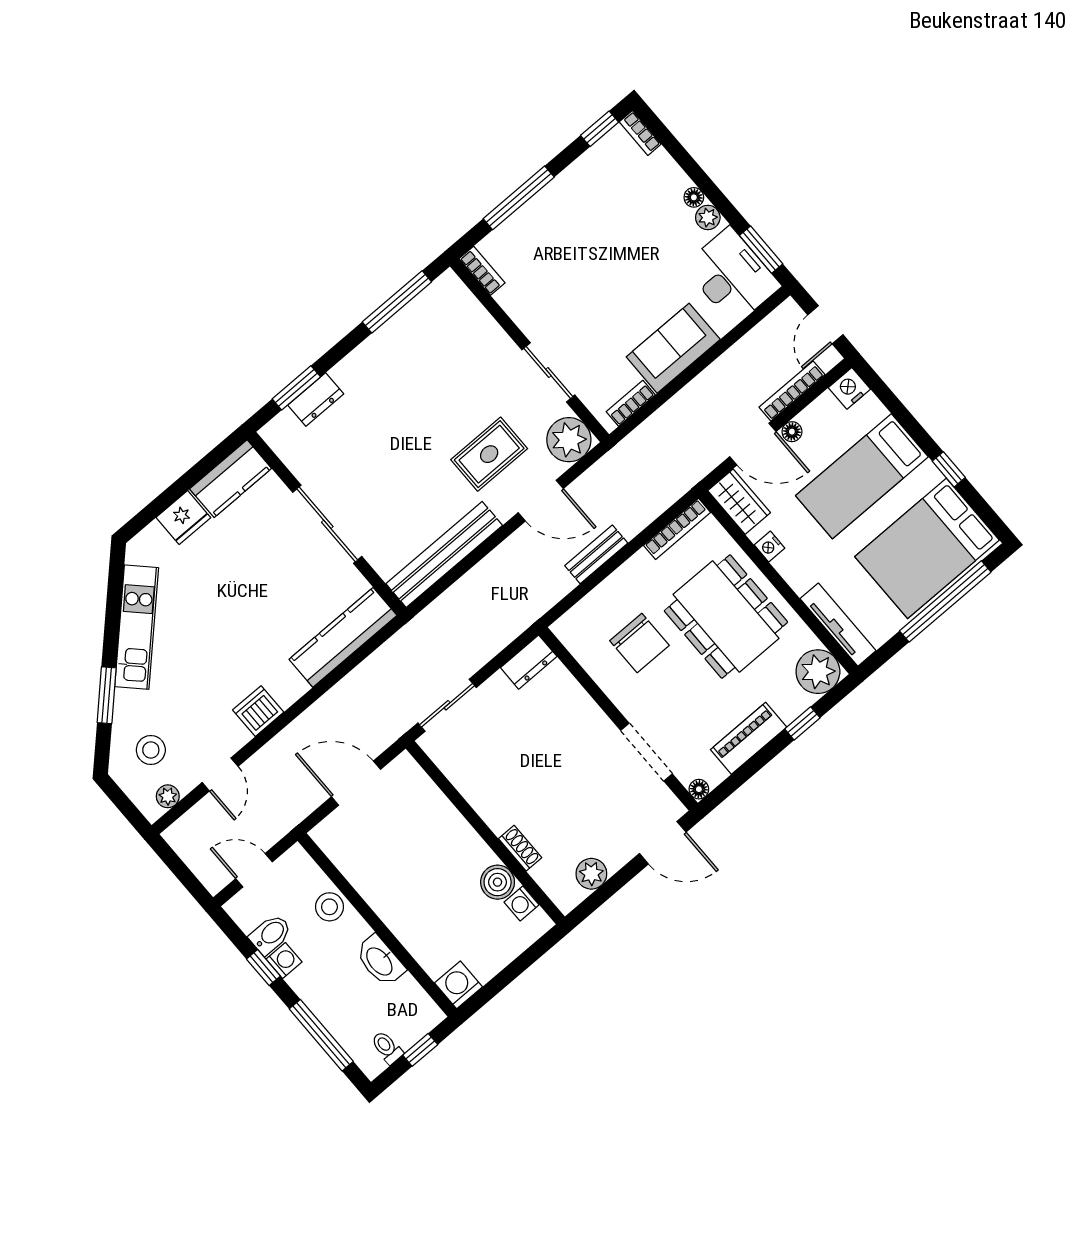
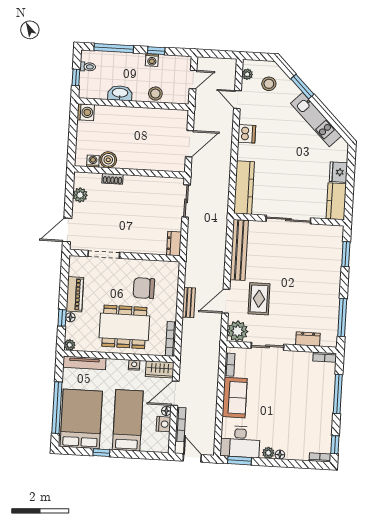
nightstand: (849, 388) -> (164, 424), moved
dresser: (316, 400) -> (308, 339), moved, turned 90
plant: (818, 672) -> (70, 345), width x0.53, depth x0.53
floor lamp: (699, 789) -> (70, 317), moved
bidet: (270, 934) -> (165, 64), removed

